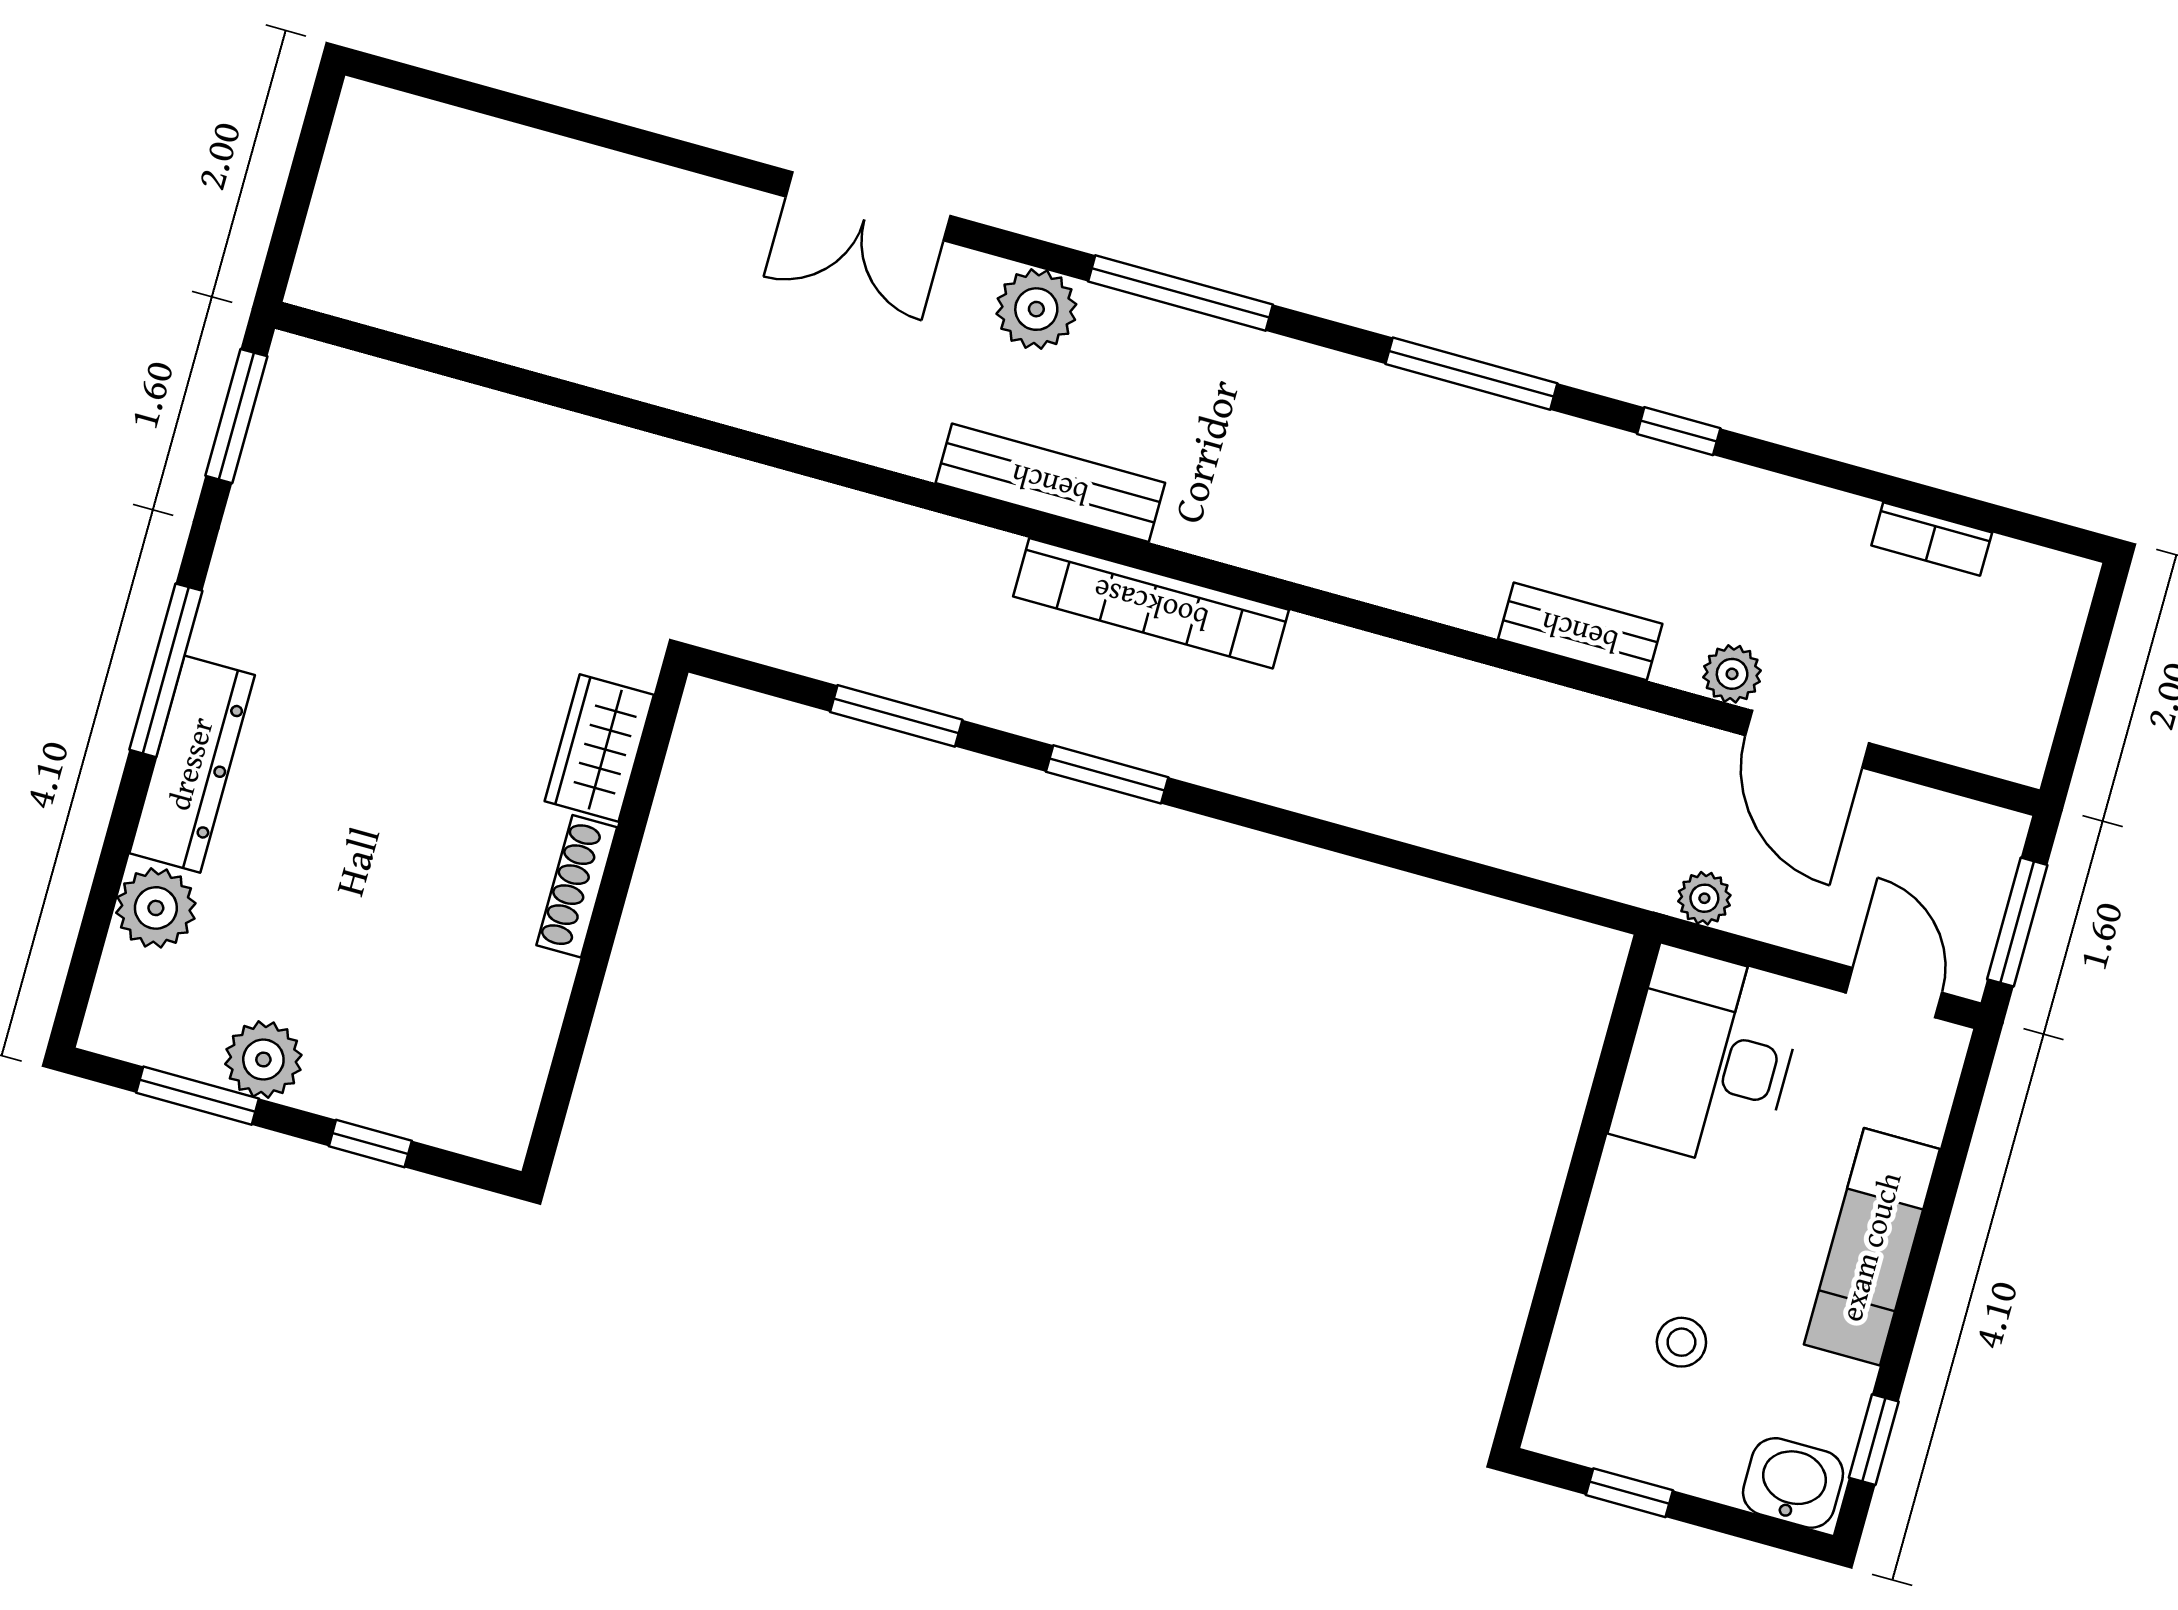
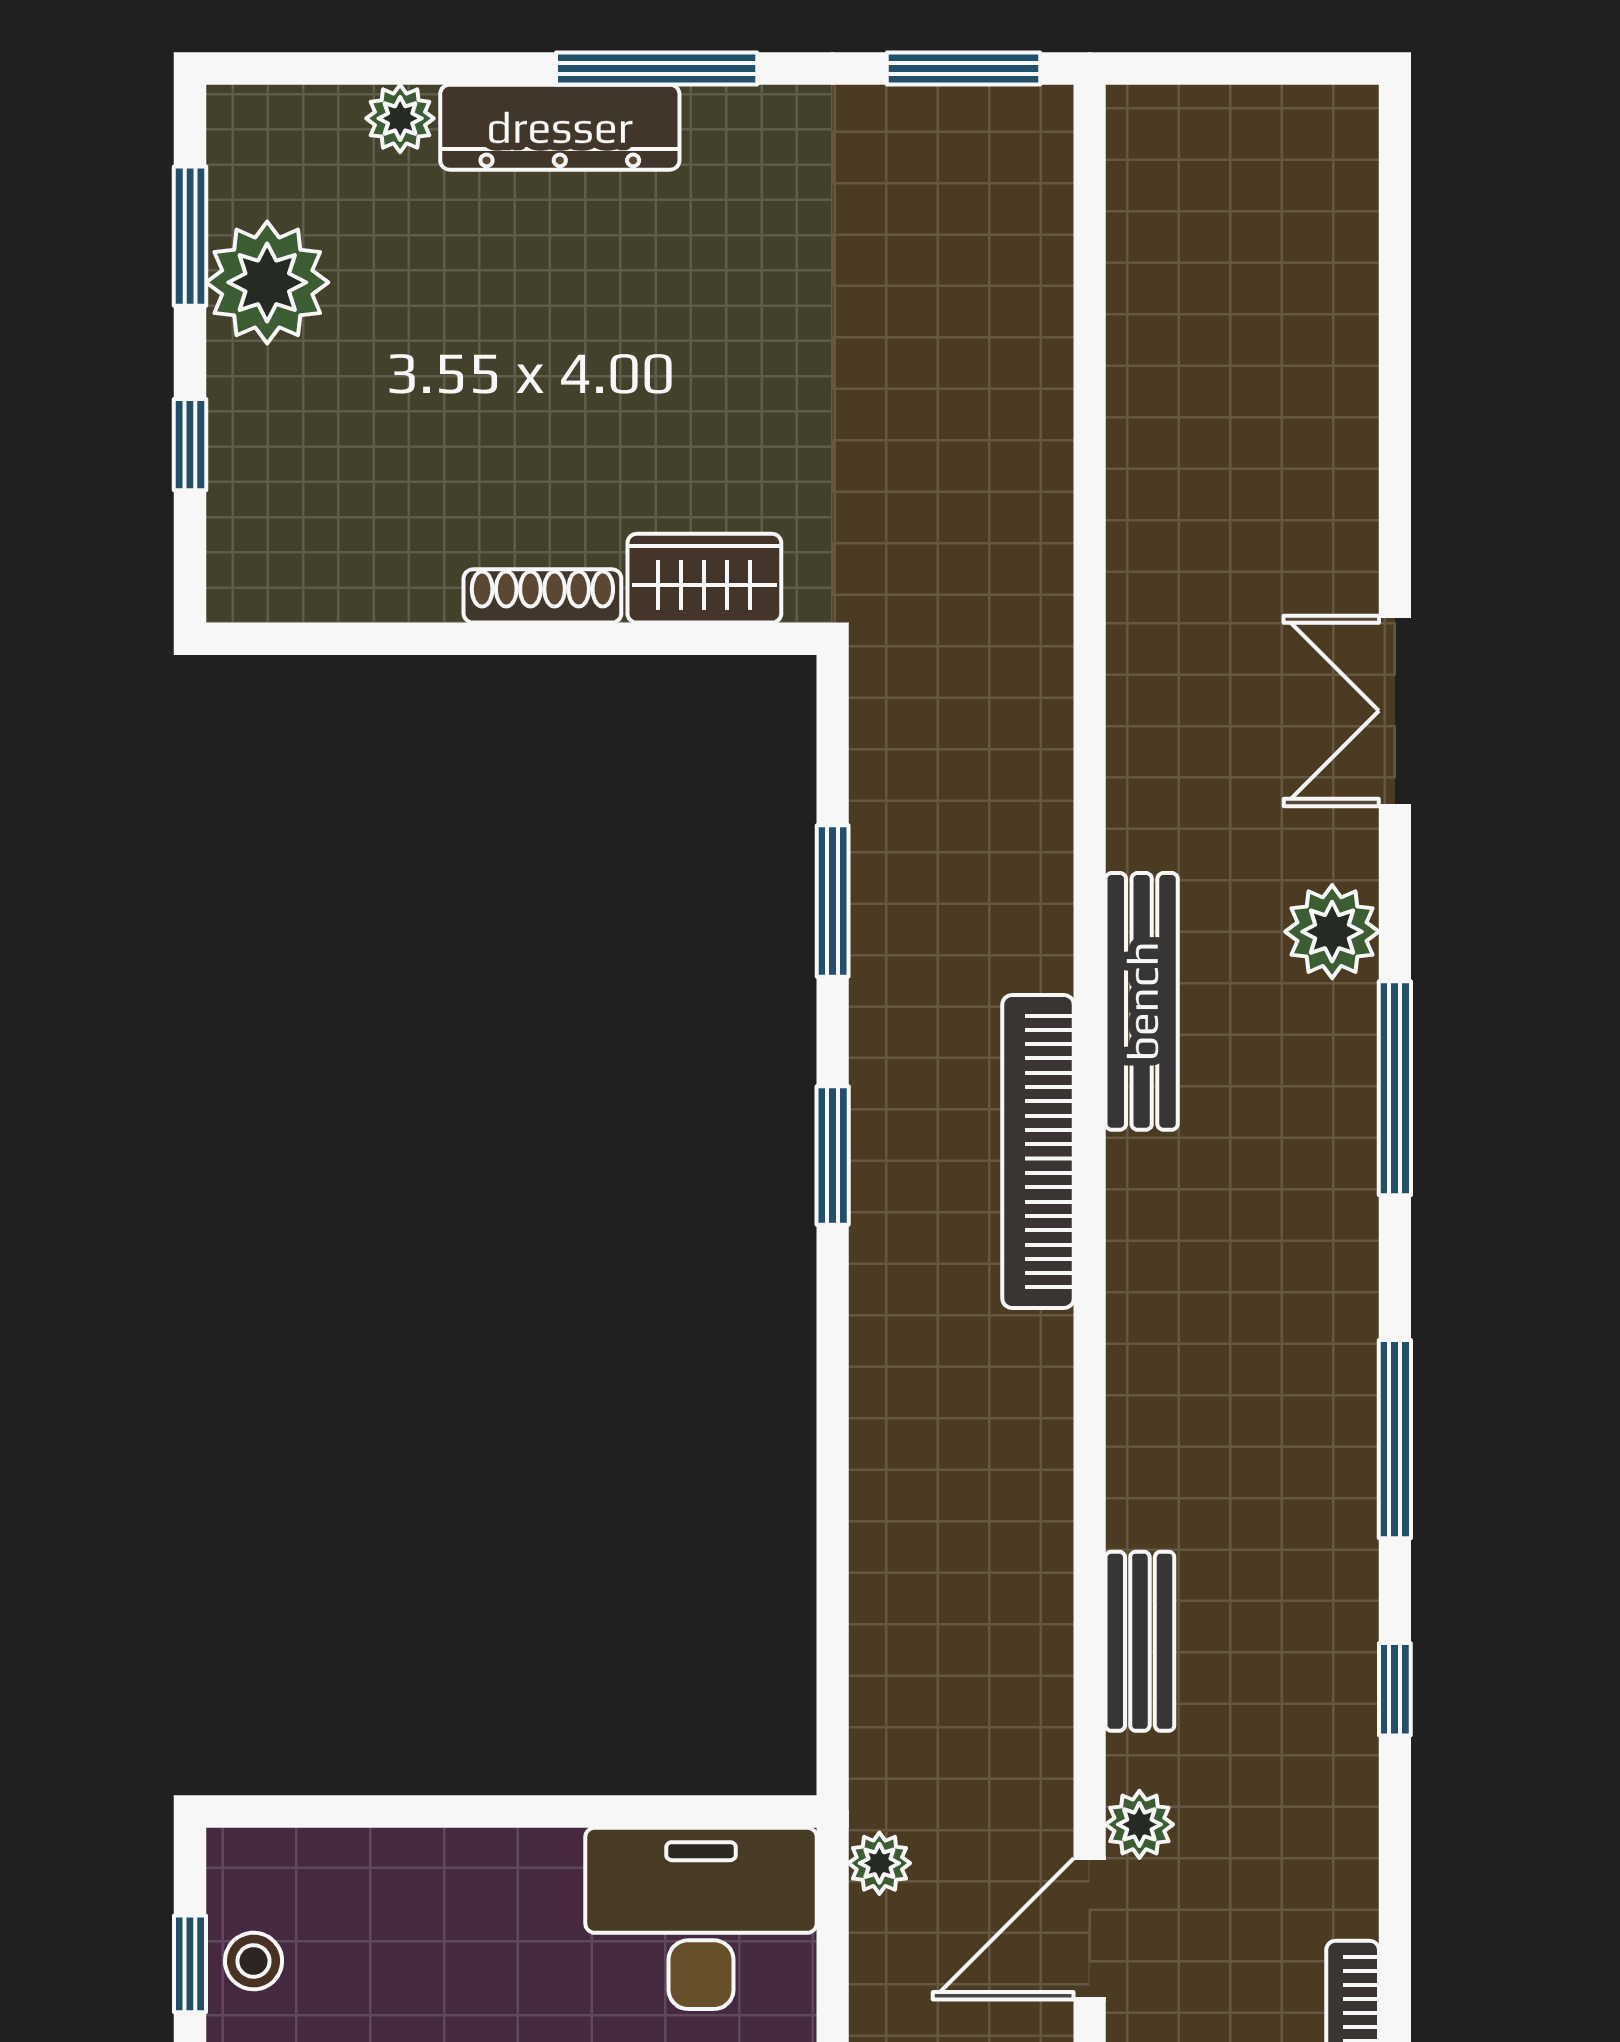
plant: (156, 908) -> (400, 118), width x0.73, depth x0.73
plant: (263, 1060) -> (267, 282), width x1.36, depth x1.36
stool: (1681, 1342) -> (254, 1961), moved

